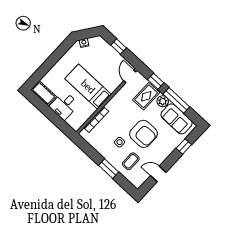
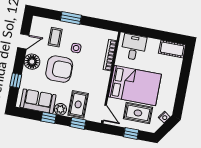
rug: (103, 59) -> (138, 113), added
bed: (88, 87) -> (135, 85), width x1.50
window: (176, 100) -> (49, 118), width x0.46
desk: (64, 105) -> (134, 47), moved
armchair: (144, 134) -> (59, 69), turned 180
floor lamp: (161, 153) -> (32, 62), added

